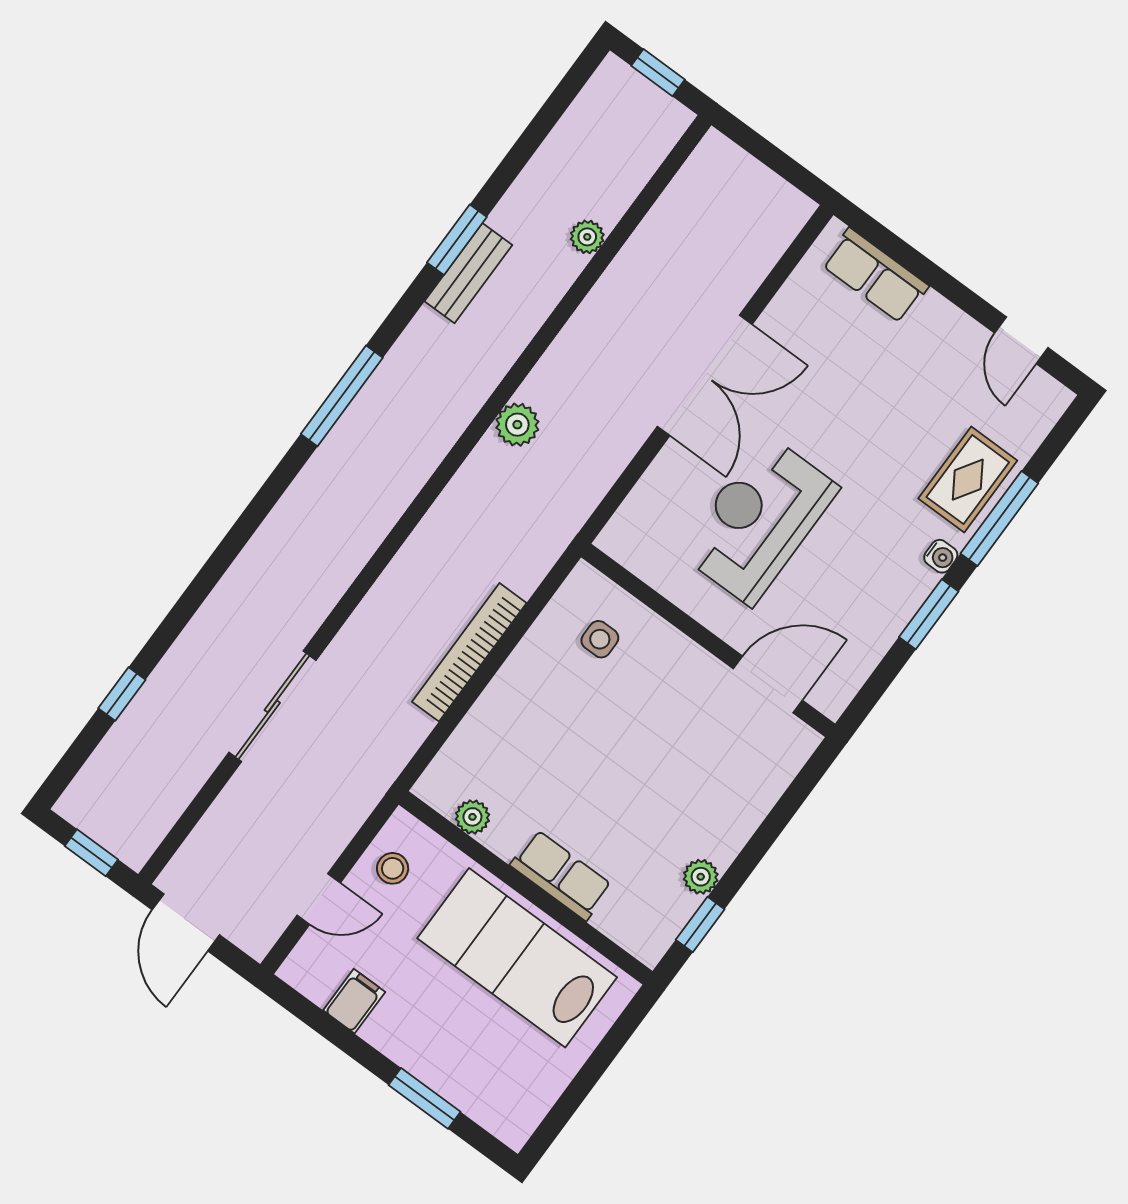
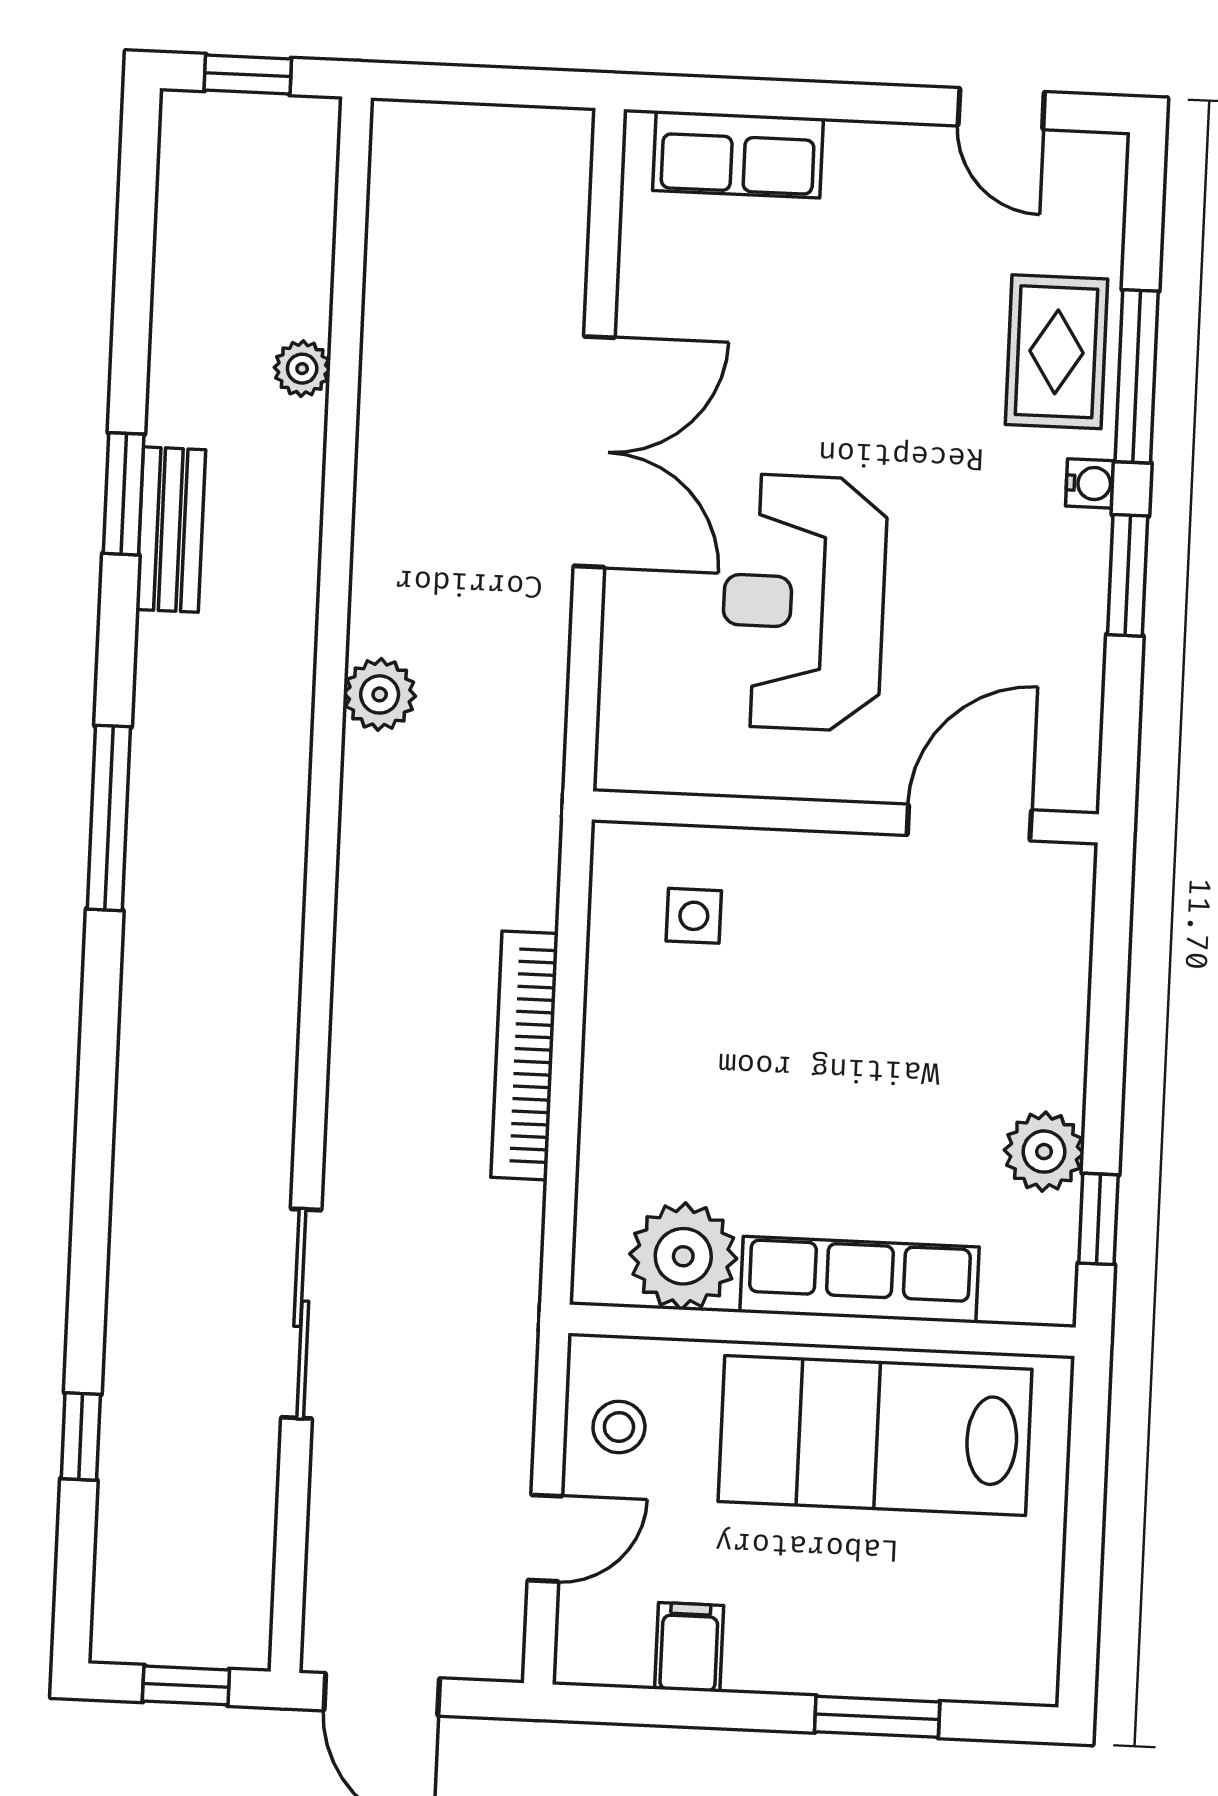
plant: (472, 817) -> (683, 1256), width x1.87, depth x1.87
row of seats: (561, 875) -> (860, 1280), width x1.48
plant: (701, 877) -> (1044, 1152), width x1.38, depth x1.38

